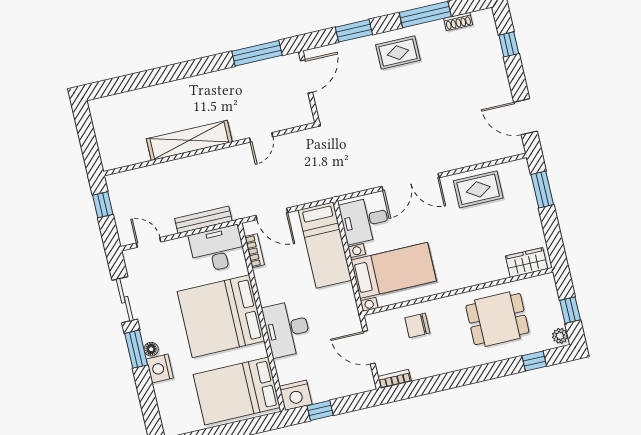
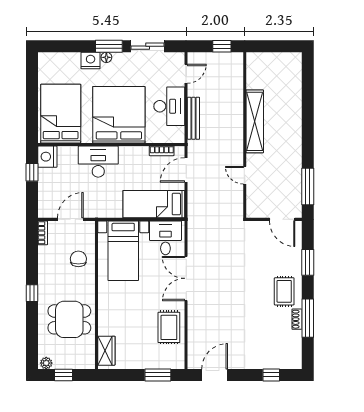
shoe rack: (458, 21) -> (297, 319), moved
desk: (217, 249) -> (169, 106), moved
dining table: (497, 319) -> (69, 319), turned 90
window: (534, 361) -> (32, 293), moved

